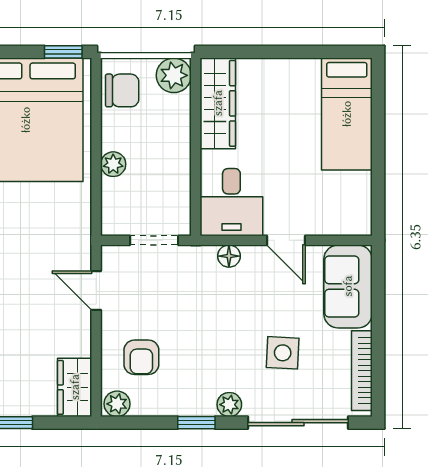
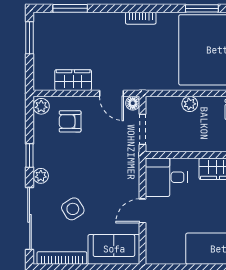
floor lamp: (229, 256) -> (133, 103), moved
door: (96, 290) -> (111, 93), swing flipped
side table: (283, 353) -> (73, 209), turned -35
wardrobe: (75, 387) -> (73, 80), moved

